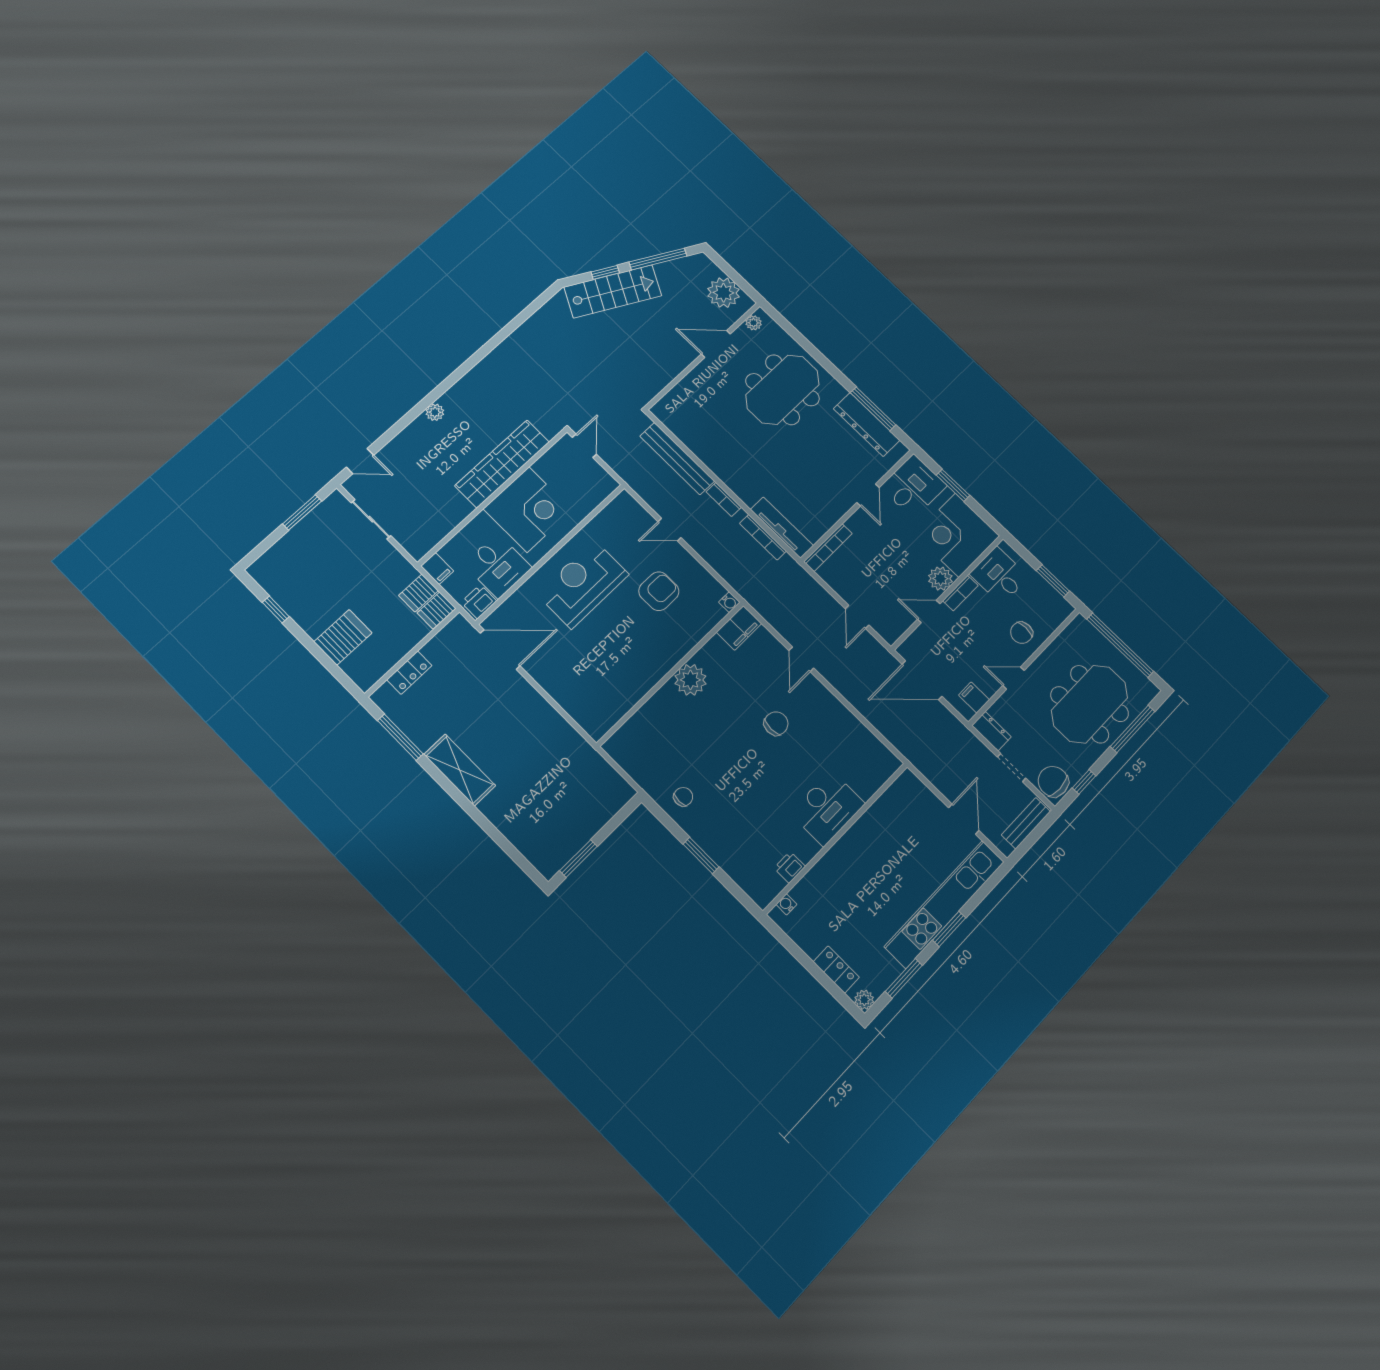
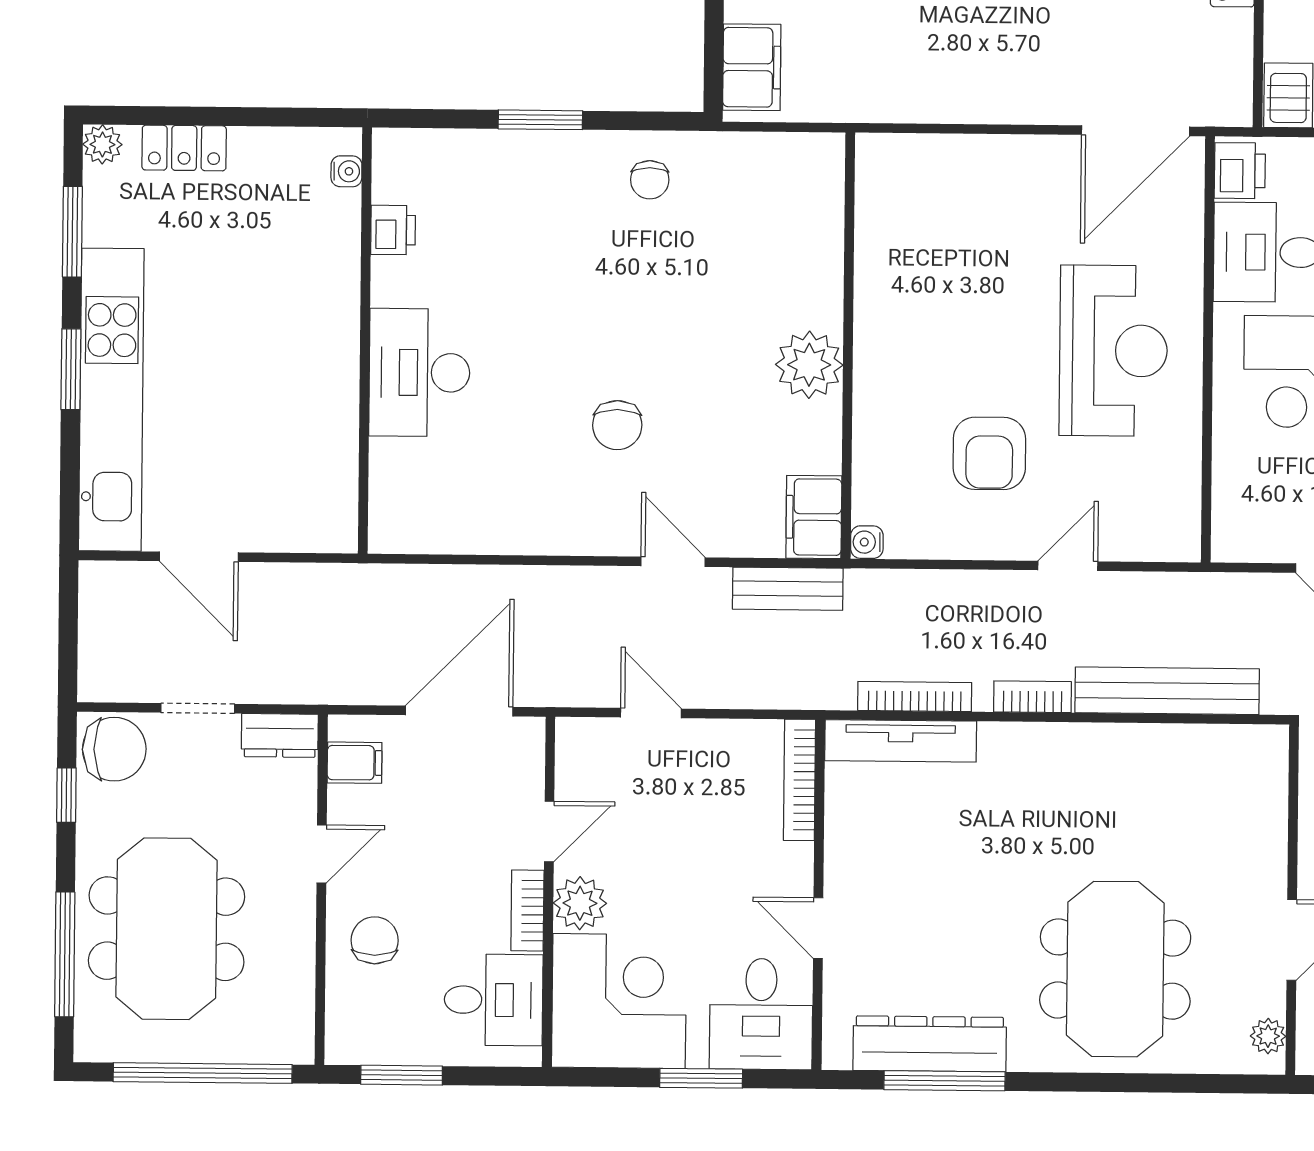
filing cabinet: (609, 801) -> (752, 67), added
bench: (1026, 823) -> (788, 589), moved, turned 90

